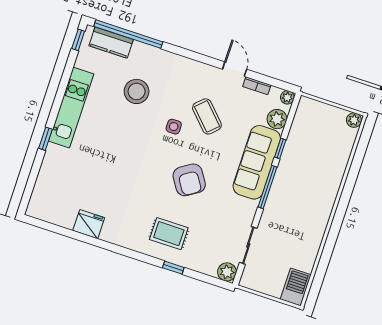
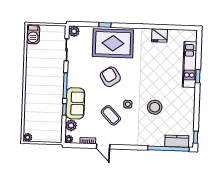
stool: (137, 91) -> (155, 107), moved
kitchen unit: (71, 107) -> (190, 65), moved
sofa: (257, 162) -> (75, 103), width x0.73
rug: (169, 234) -> (113, 43), width x1.86, depth x2.06

